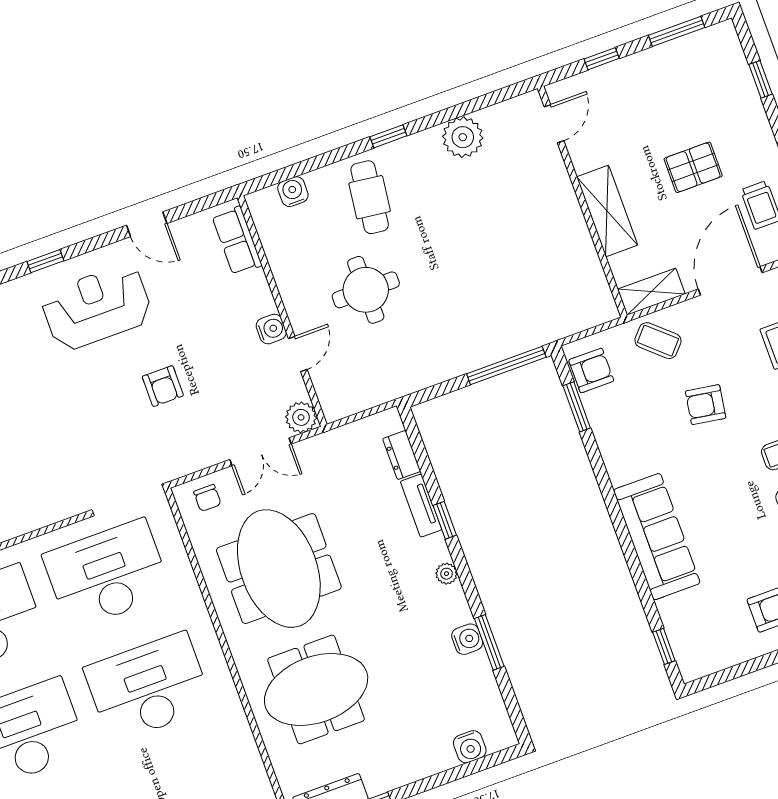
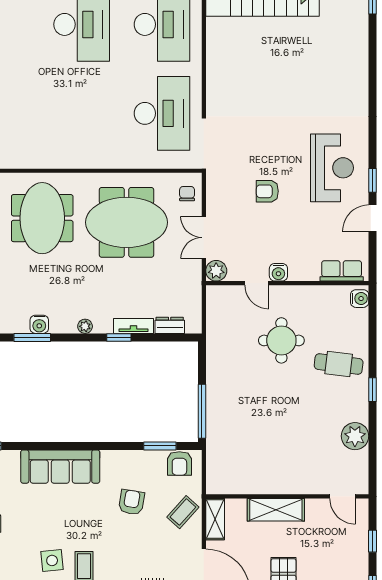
water cooler: (293, 192) -> (360, 299), moved
window: (45, 261) -> (373, 180), moved
armchair: (706, 405) -> (132, 502), moved
chair: (207, 498) -> (187, 194), turned 90
desk: (148, 688) -> (82, 113), removed

